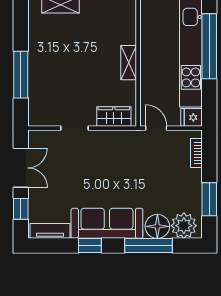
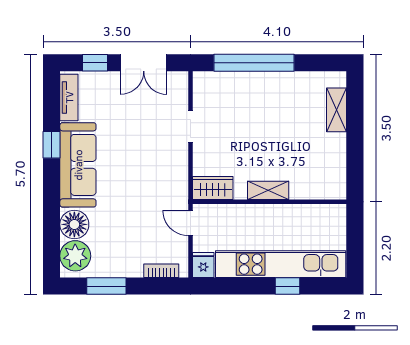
window: (209, 46) -> (287, 286), width x0.32
window: (21, 75) -> (254, 63), width x1.46
wardrobe: (114, 116) -> (213, 188), moved, turned -90
door: (156, 128) -> (191, 223), swing flipped
window: (149, 246) -> (52, 214), removed

